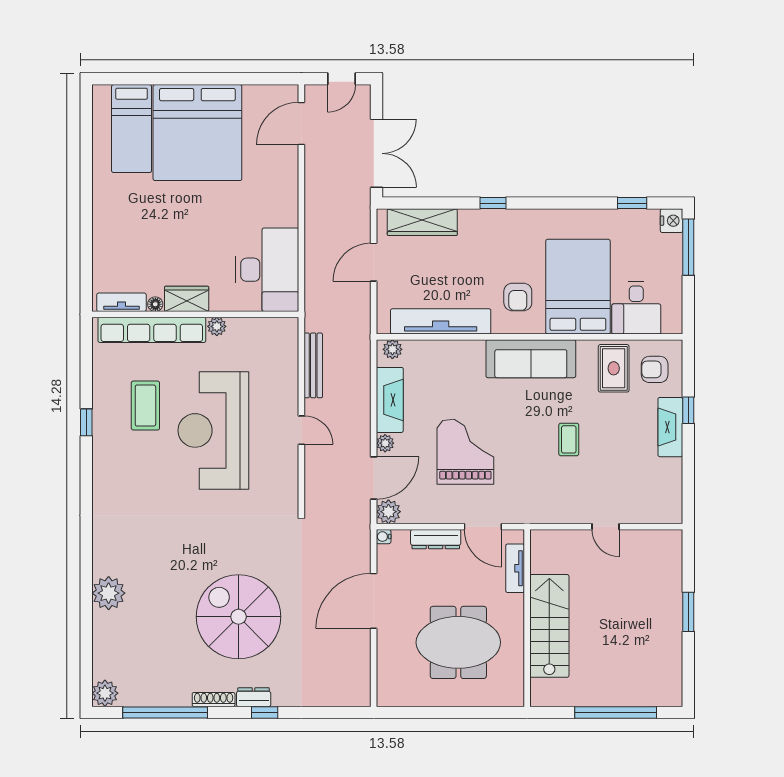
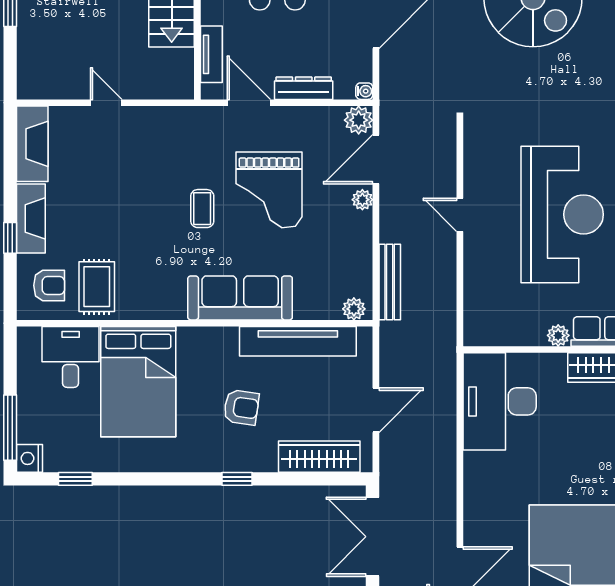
armchair: (518, 297) -> (241, 407), moved, turned 98
sofa: (531, 359) -> (240, 298), moved
bench: (313, 365) -> (390, 282), moved
fireplace: (390, 400) -> (32, 144), moved, turned 180
coffee table: (569, 439) -> (202, 209), moved

